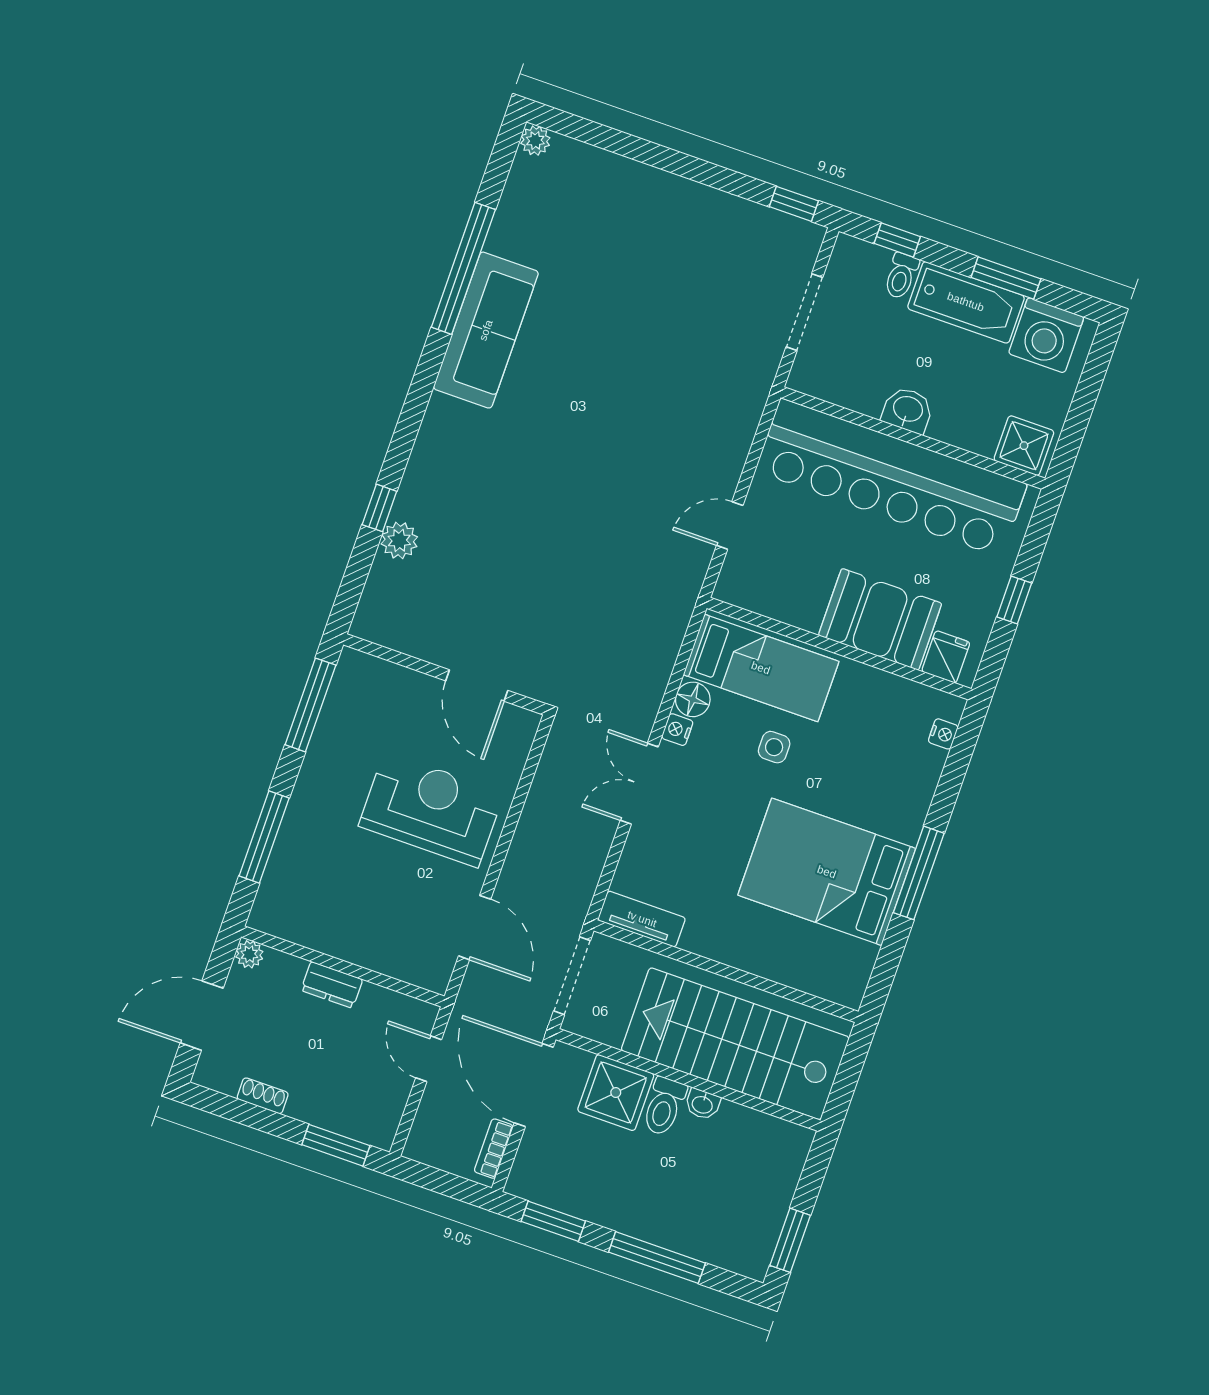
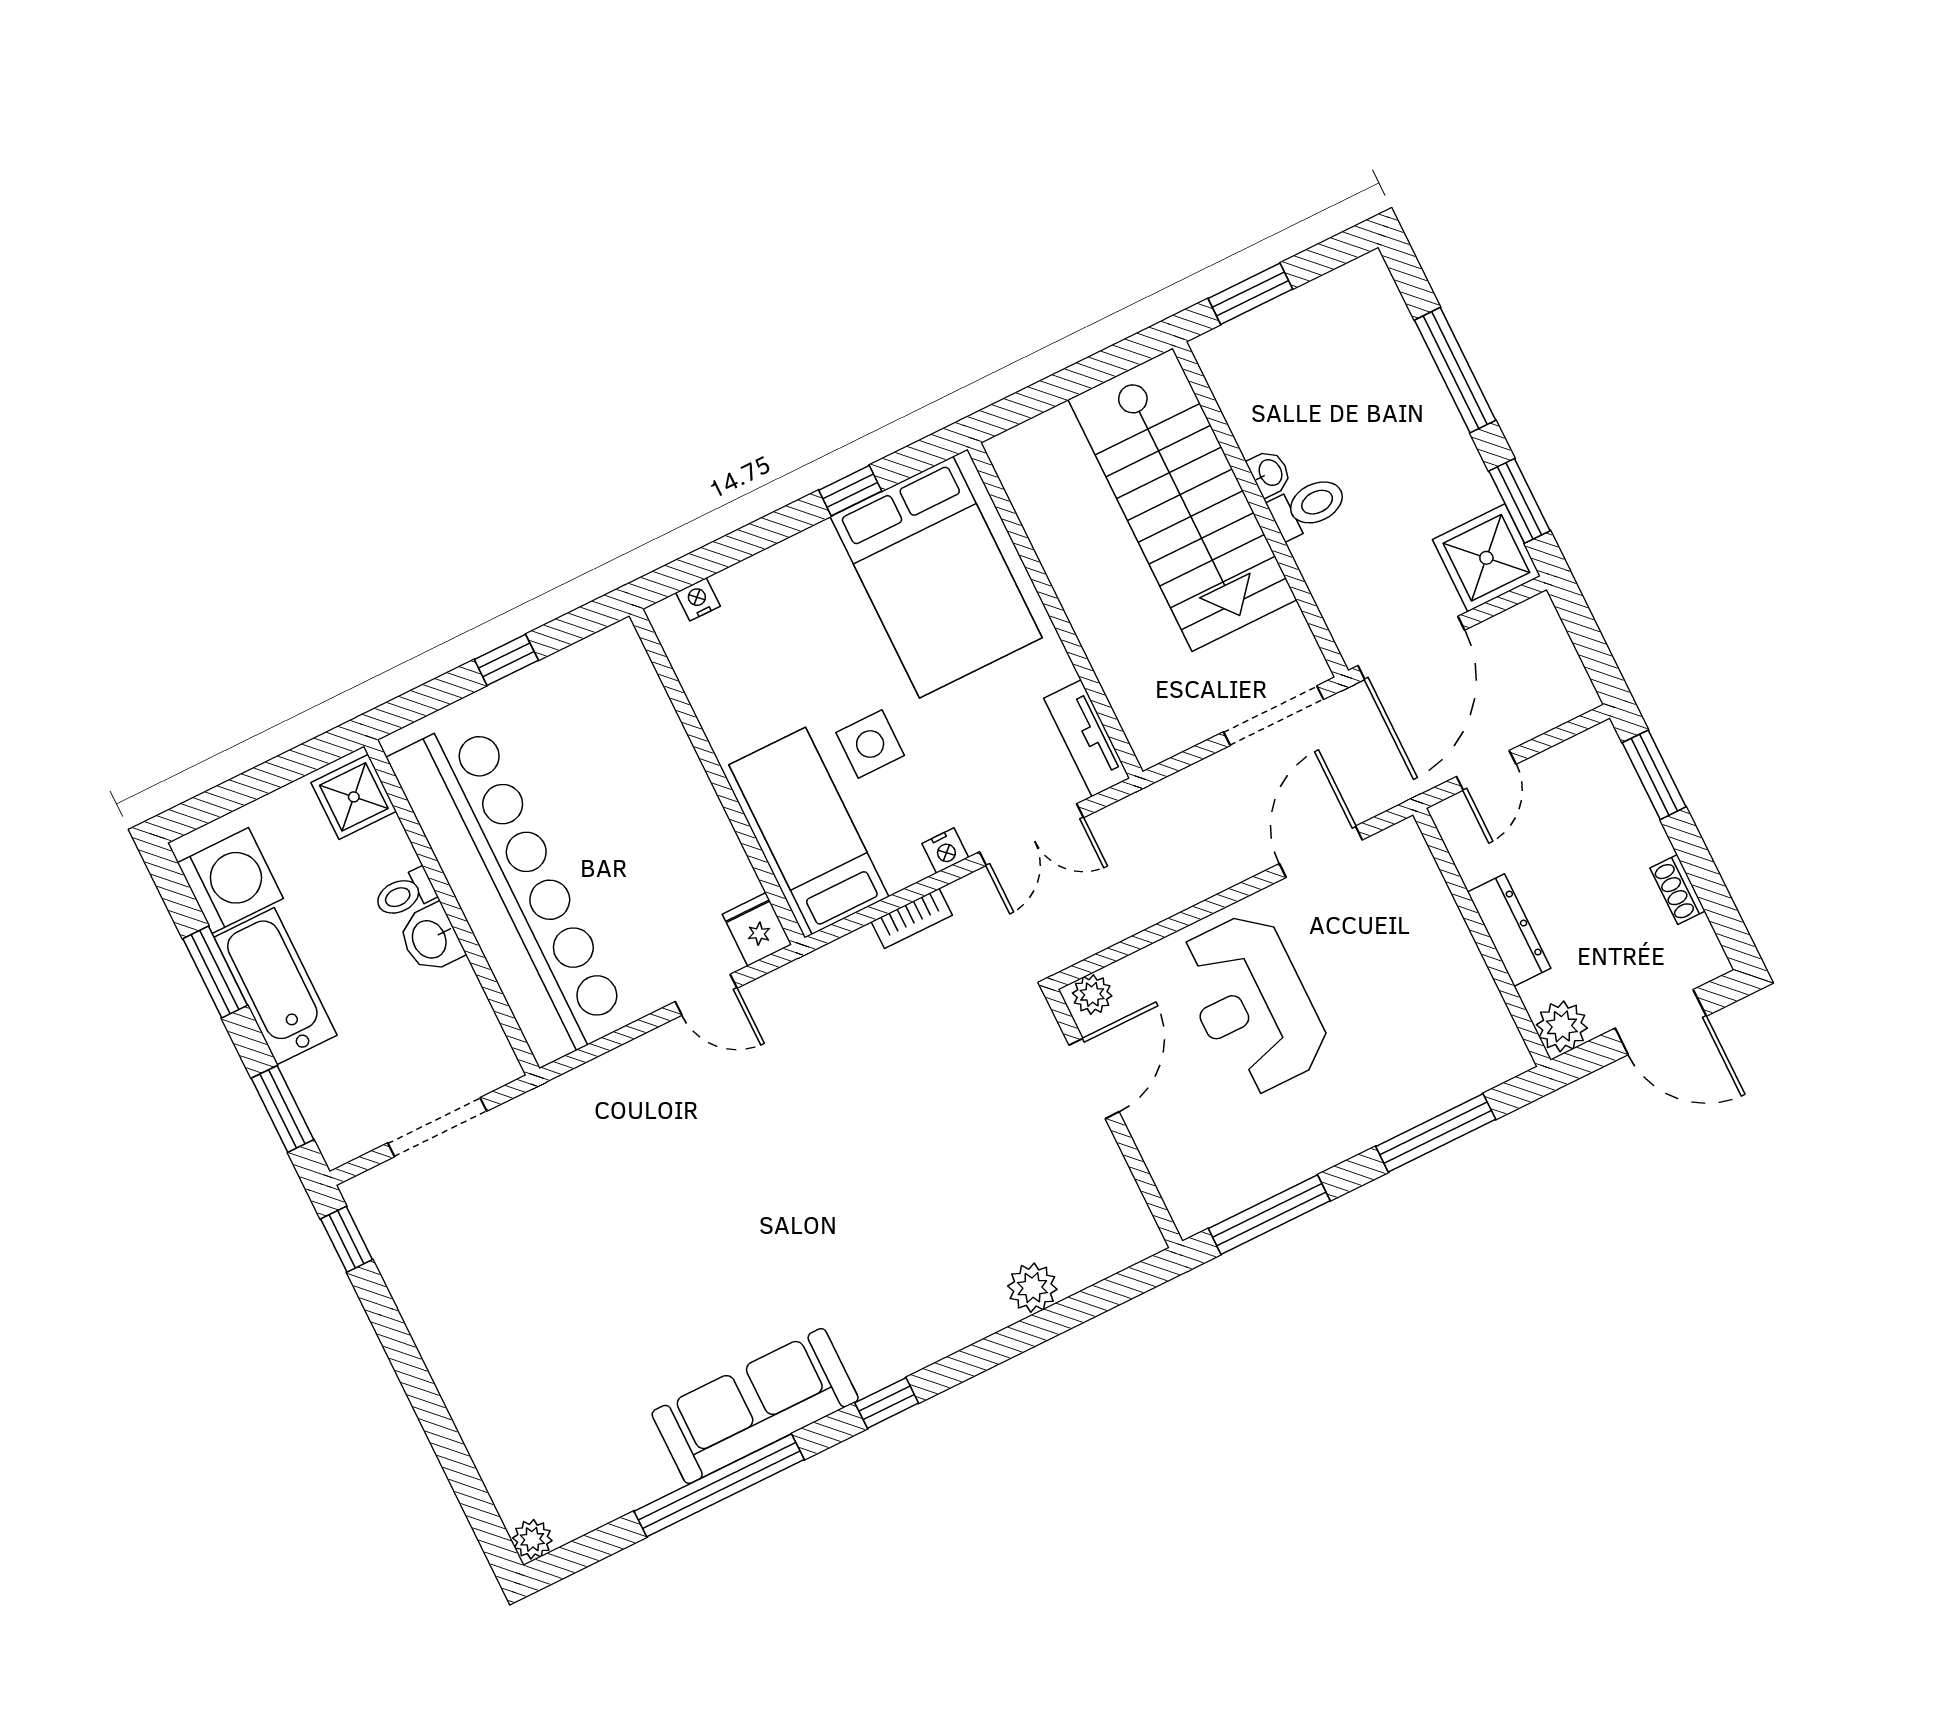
window: (897, 240) -> (282, 1109), width x1.50
toilet: (901, 276) -> (405, 894), moved, turned 180
window: (379, 508) -> (887, 1403), moved
booth: (880, 619) -> (651, 766), removed
fridge: (946, 657) -> (757, 929), moved, turned 90
floor lamp: (693, 699) -> (903, 865), removed
plant: (522, 730) -> (1092, 994), added
side table: (774, 747) -> (870, 744), width x1.37, depth x1.37
window: (919, 873) -> (850, 491), width x0.46
tv unit: (642, 919) -> (1087, 738), moved
plant: (249, 954) -> (1562, 1026), width x1.38, depth x1.38
wall: (726, 971) -> (1055, 610), moved
dresser: (332, 985) -> (1509, 930), width x1.44
shower: (616, 1093) -> (1486, 558), moved
bookcase: (494, 1149) -> (912, 918), moved
window: (790, 1240) -> (1250, 294), moved

